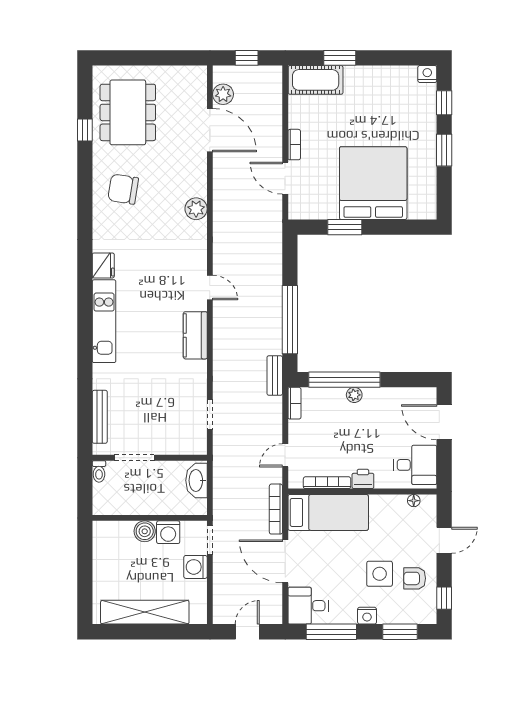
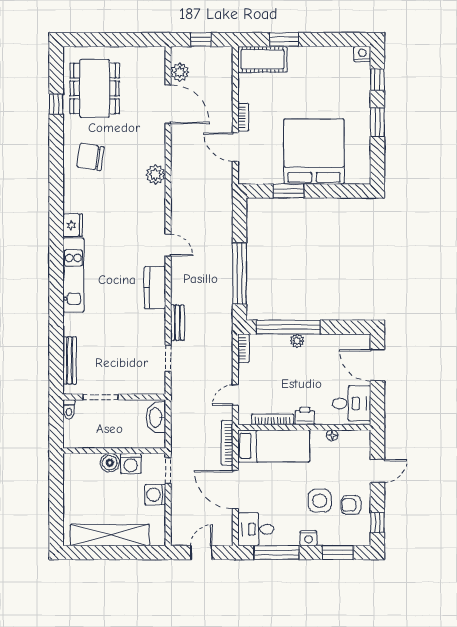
bench: (275, 375) -> (177, 323), moved
floor lamp: (414, 501) -> (332, 435), moved

